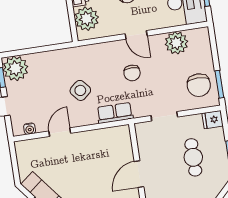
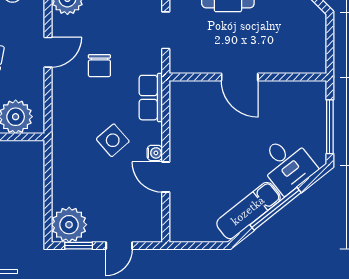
chair: (132, 73) -> (99, 66), turned 90
water cooler: (30, 129) -> (155, 153), moved

